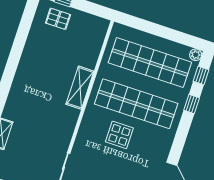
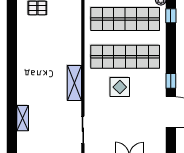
shelving: (80, 88) -> (74, 83), moved
window: (192, 104) -> (171, 81), moved

